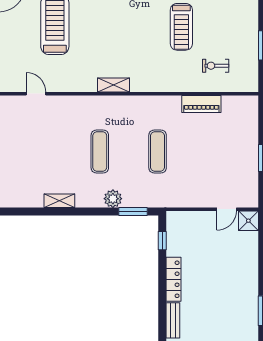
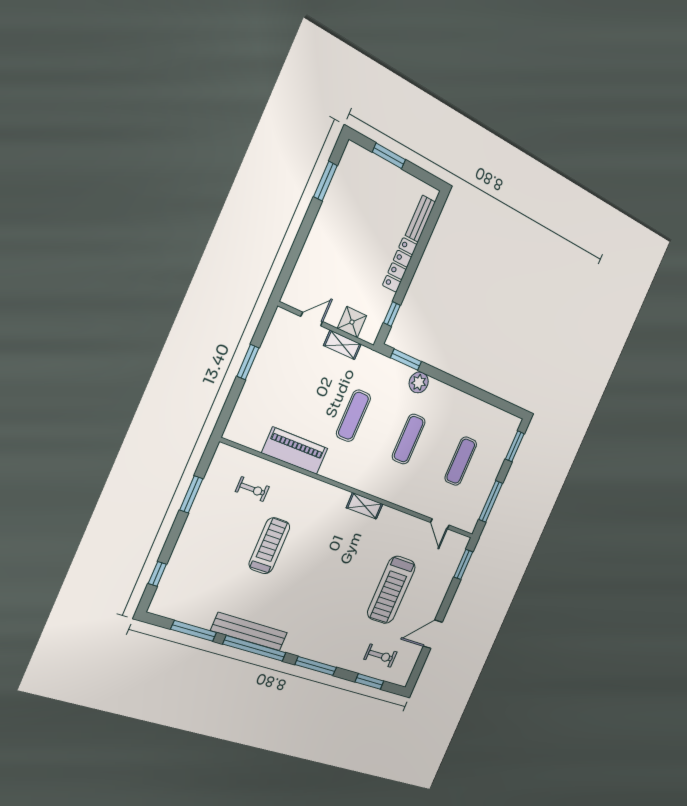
piano: (201, 104) -> (295, 451), width x1.37, depth x1.33
exercise mat: (42, 151) -> (461, 461), added
shelving: (59, 201) -> (342, 345), moved
shower: (248, 221) -> (352, 322), moved

